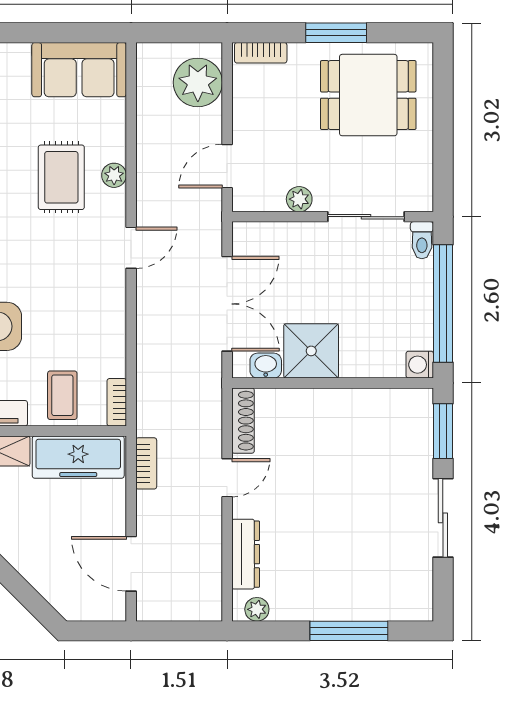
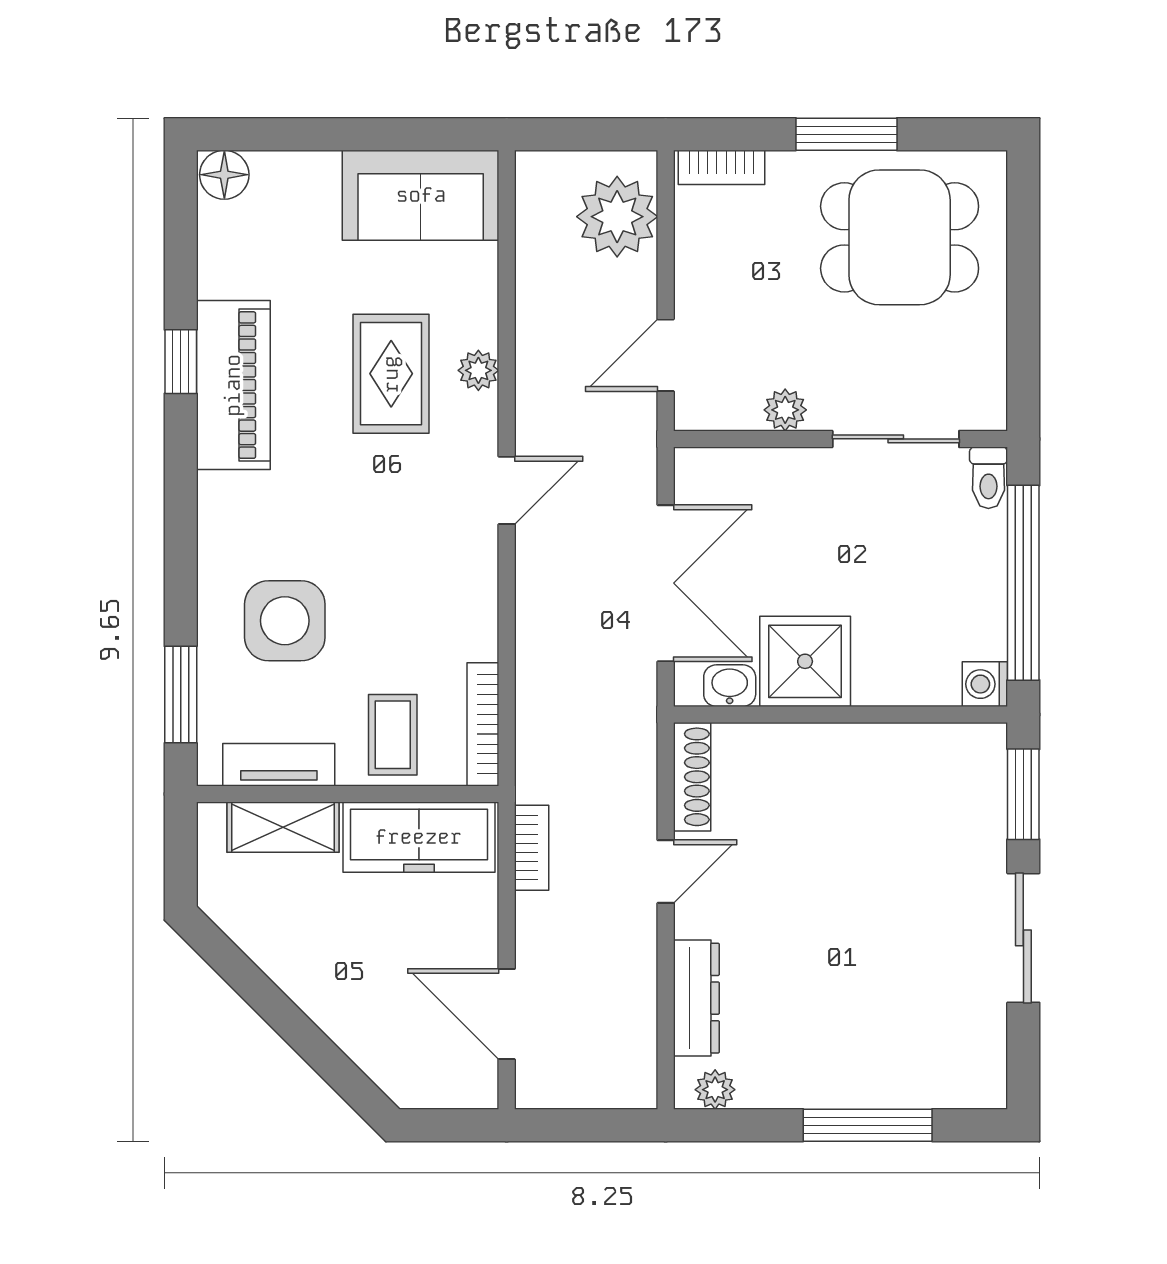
bookcase: (117, 402) -> (483, 724), width x1.56

